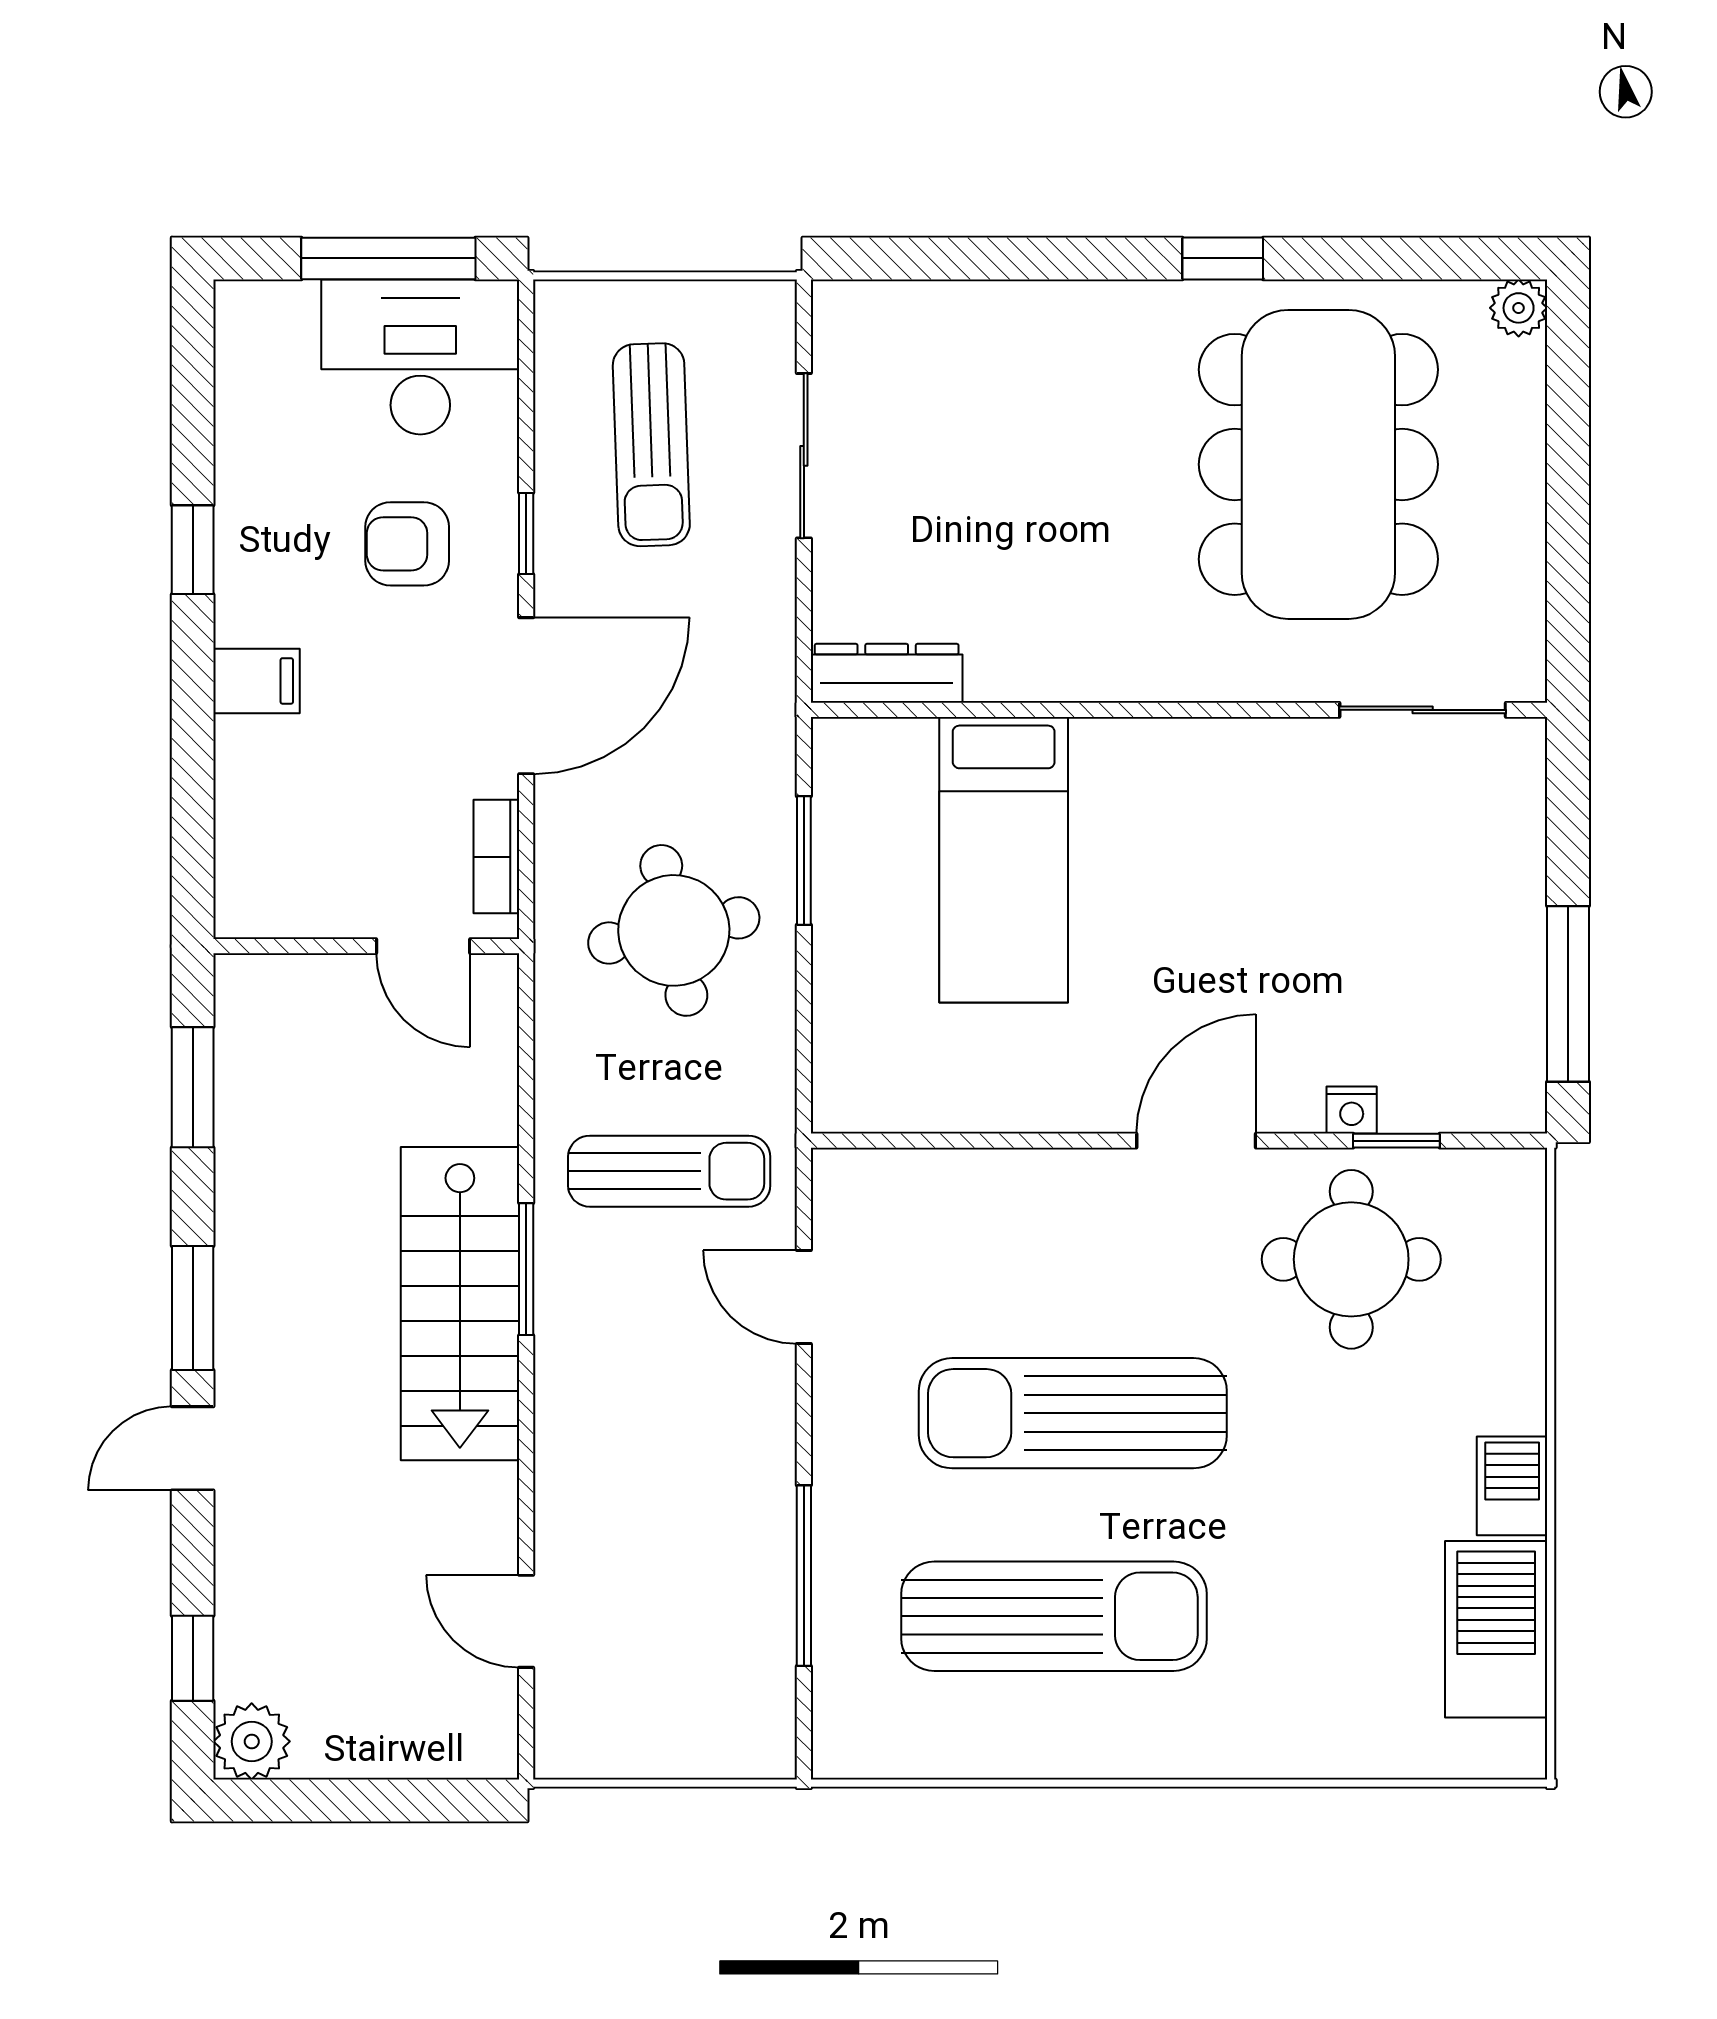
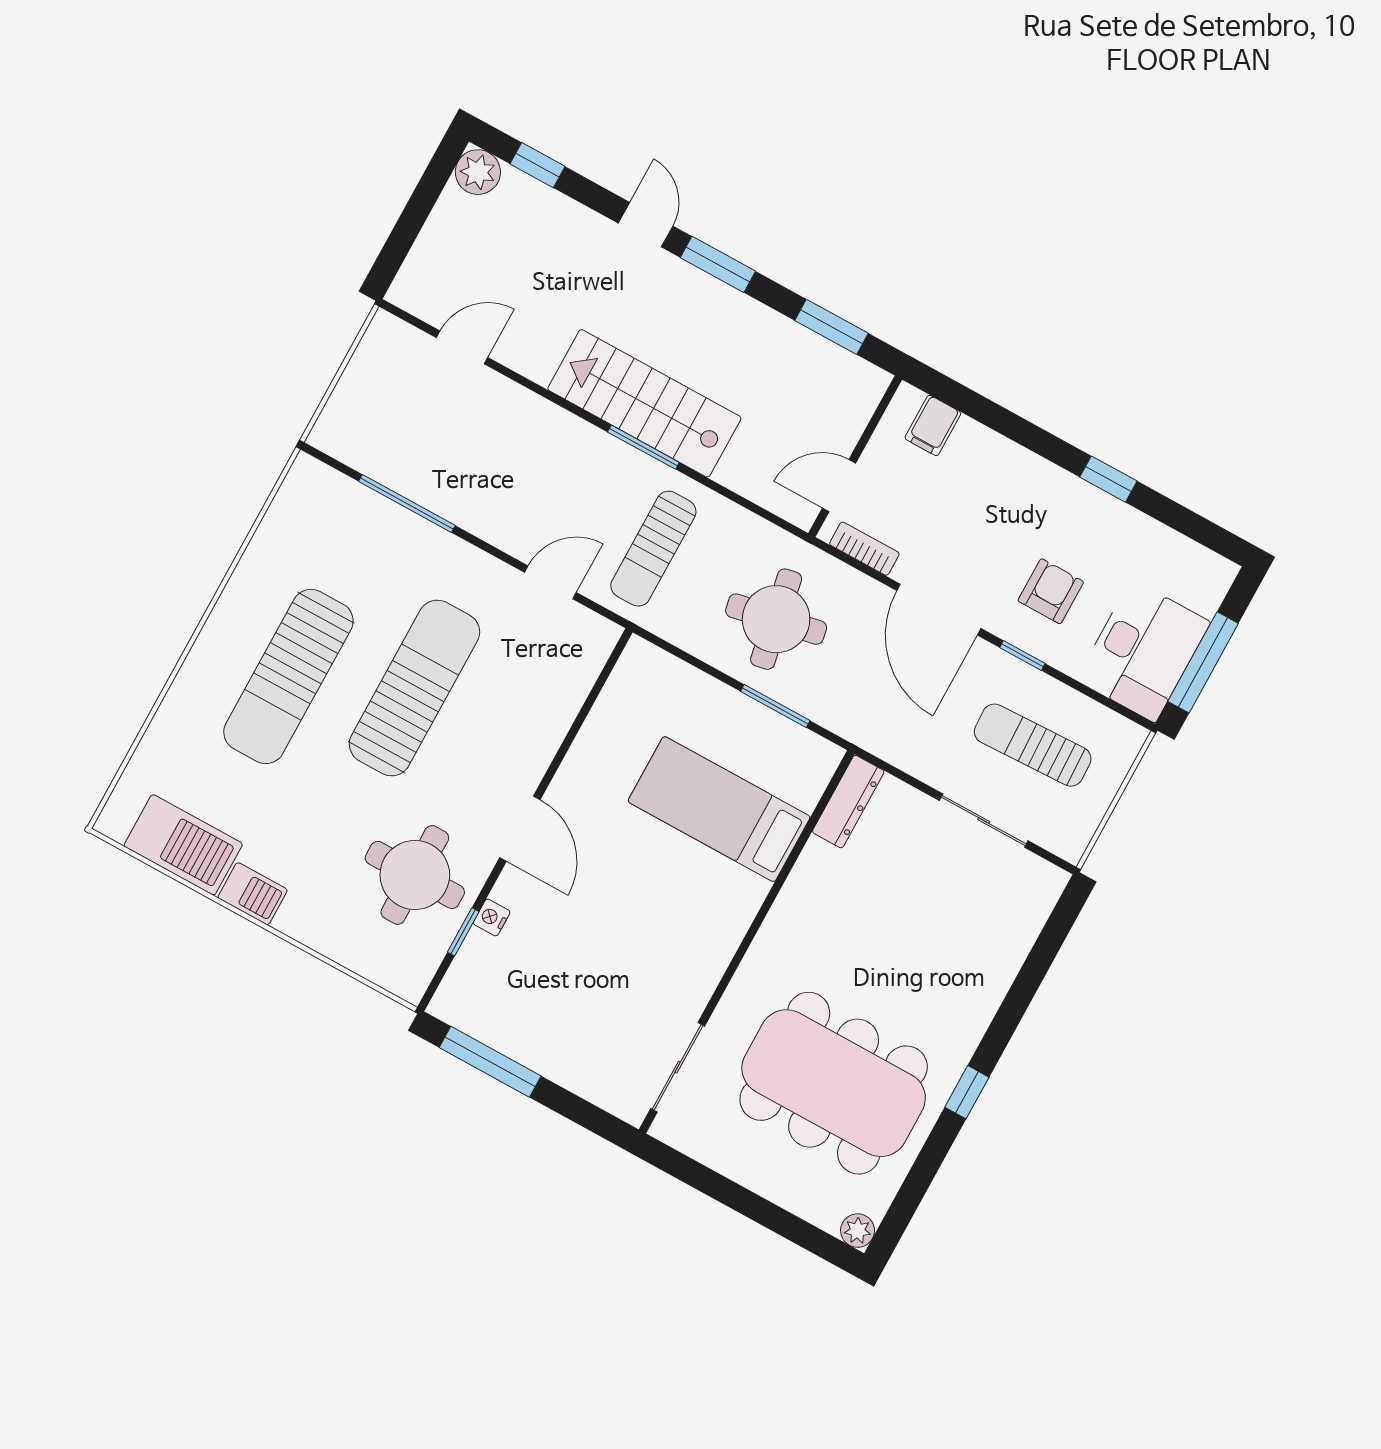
filing cabinet: (257, 681) -> (933, 425), moved
sun lounger: (1054, 1616) -> (288, 676), moved

